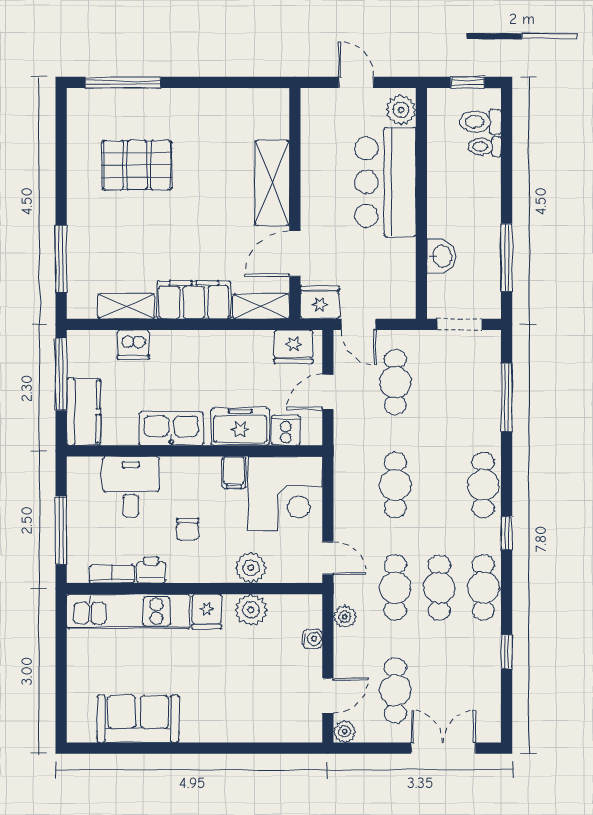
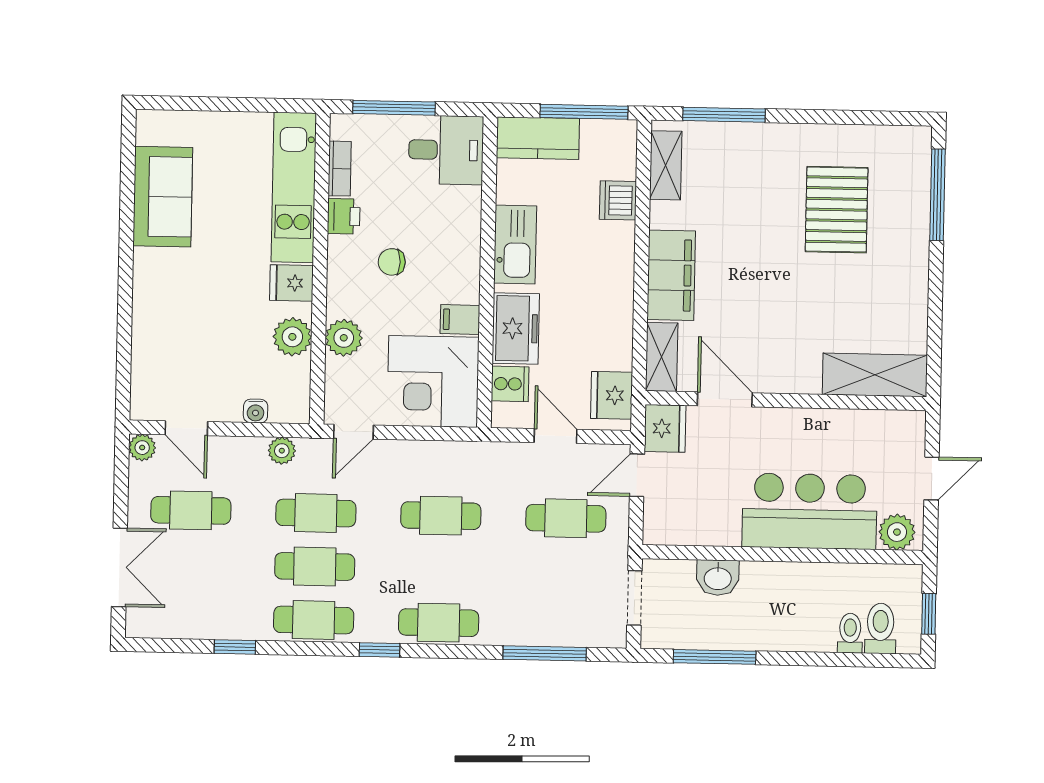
shelving: (272, 183) -> (875, 375), moved
shelving: (126, 306) -> (666, 165), moved
desk: (131, 487) -> (446, 150), moved

